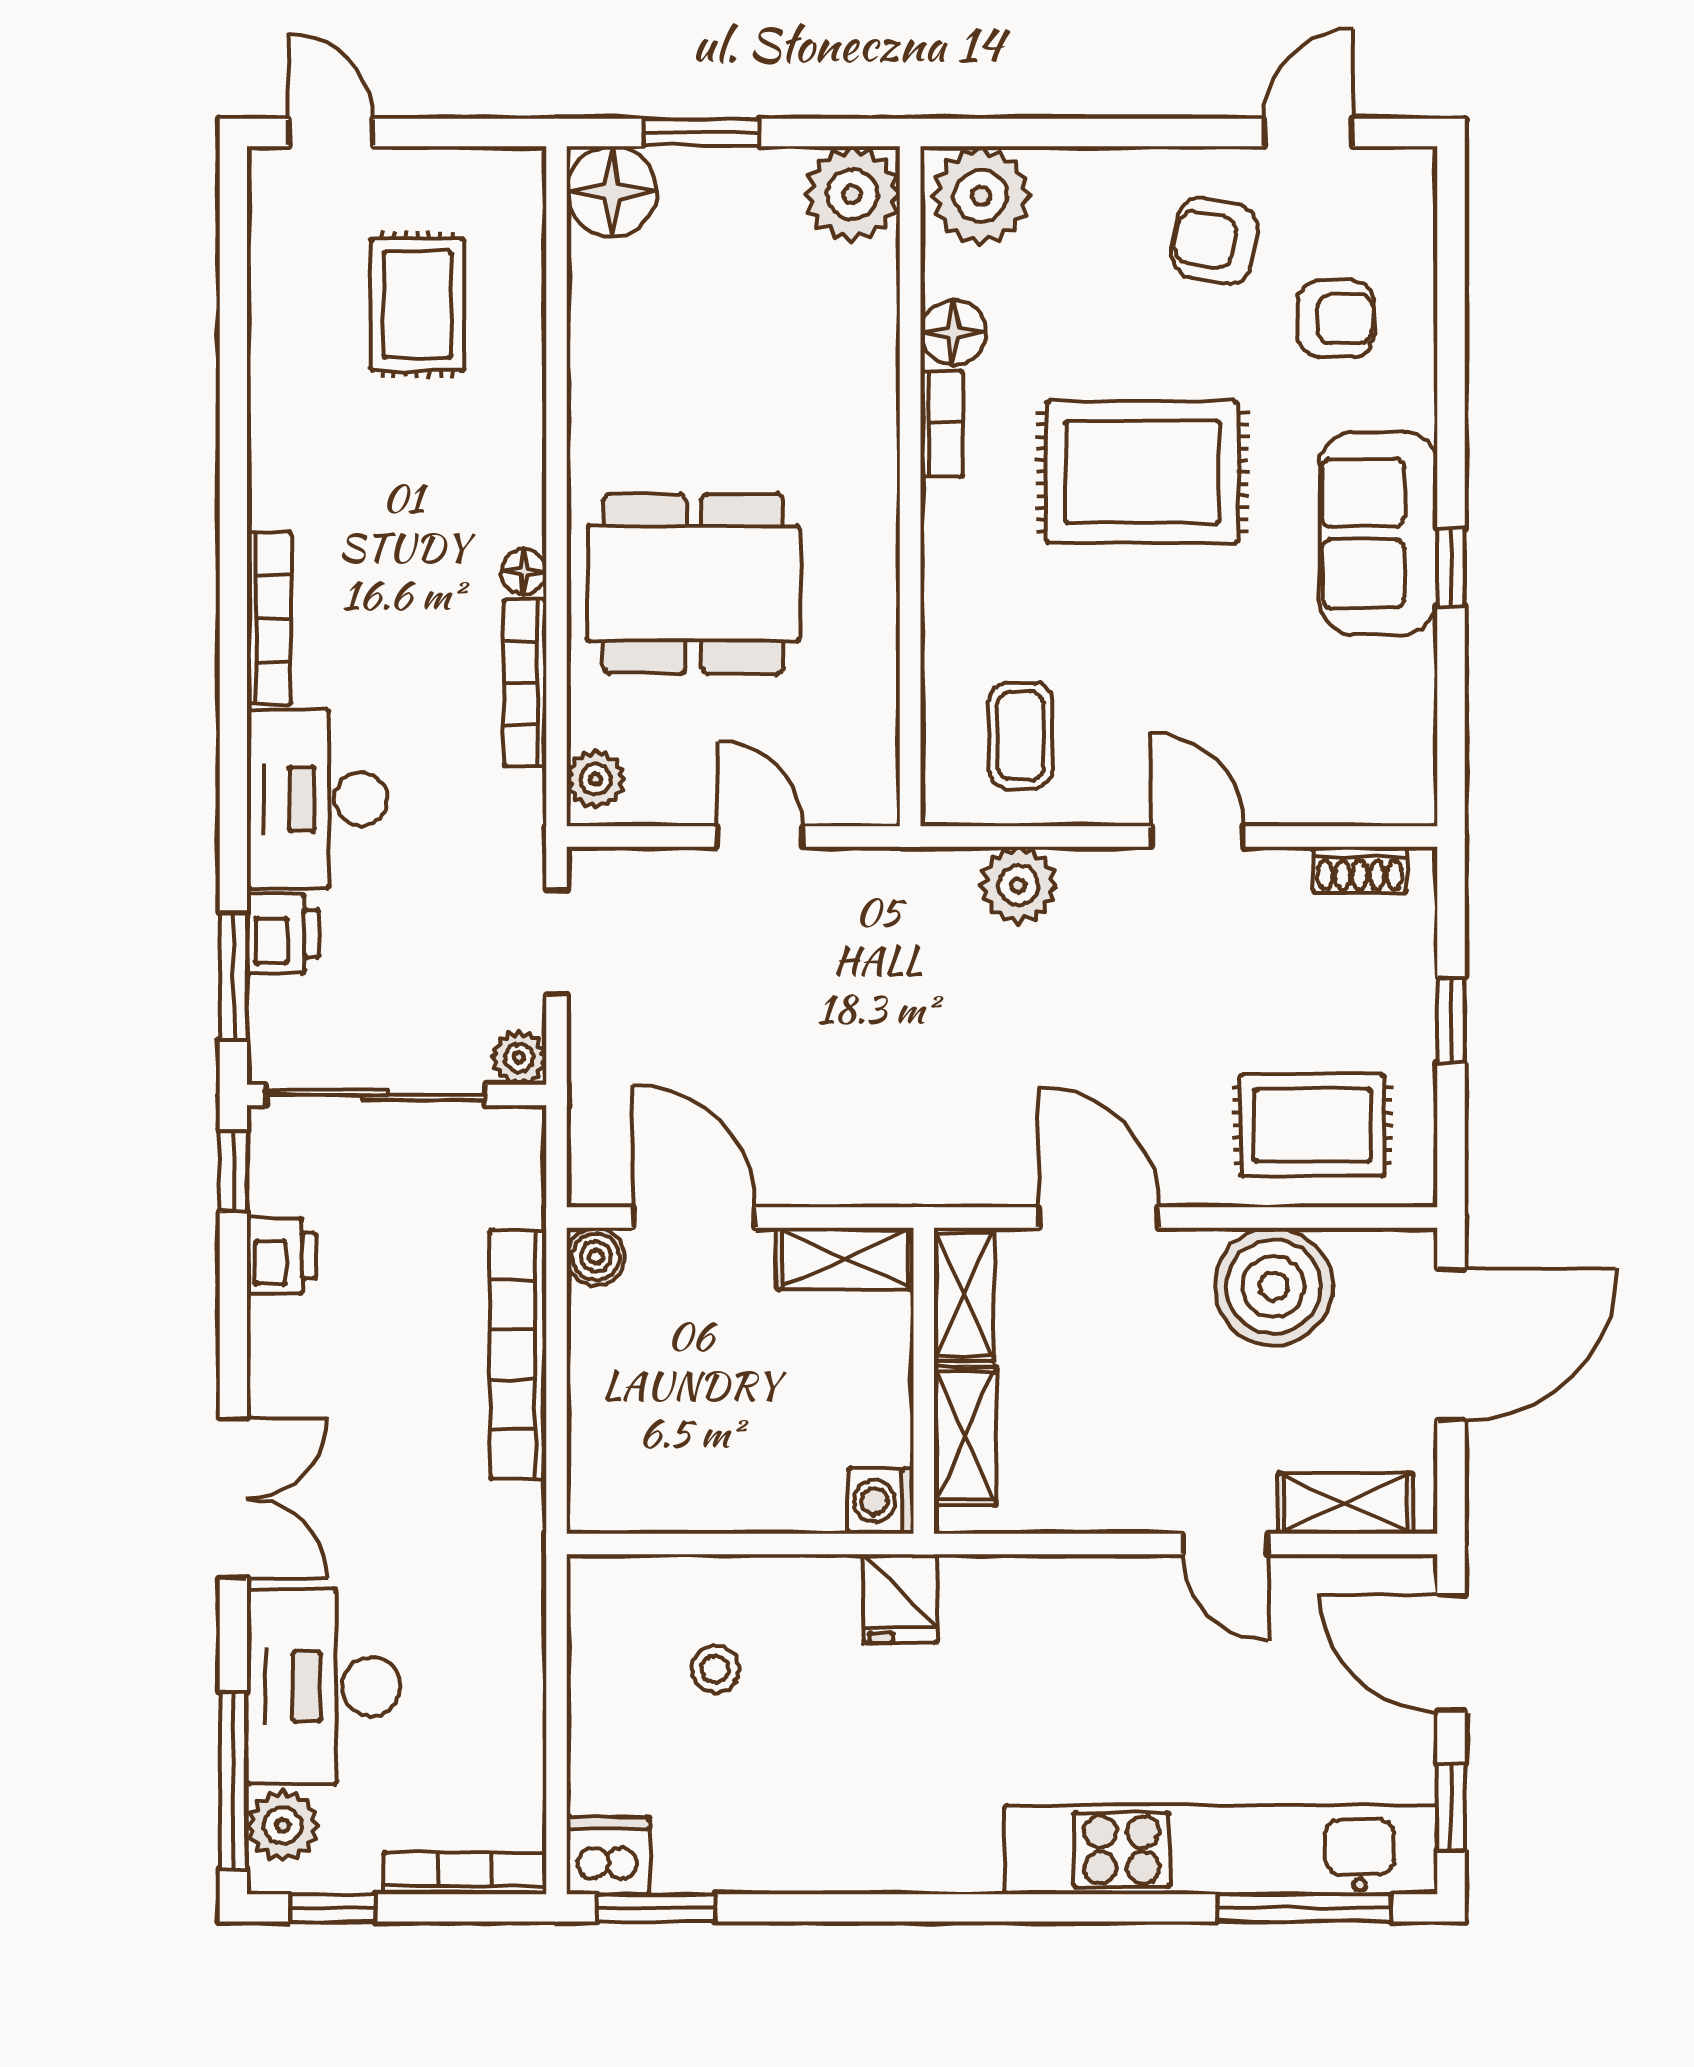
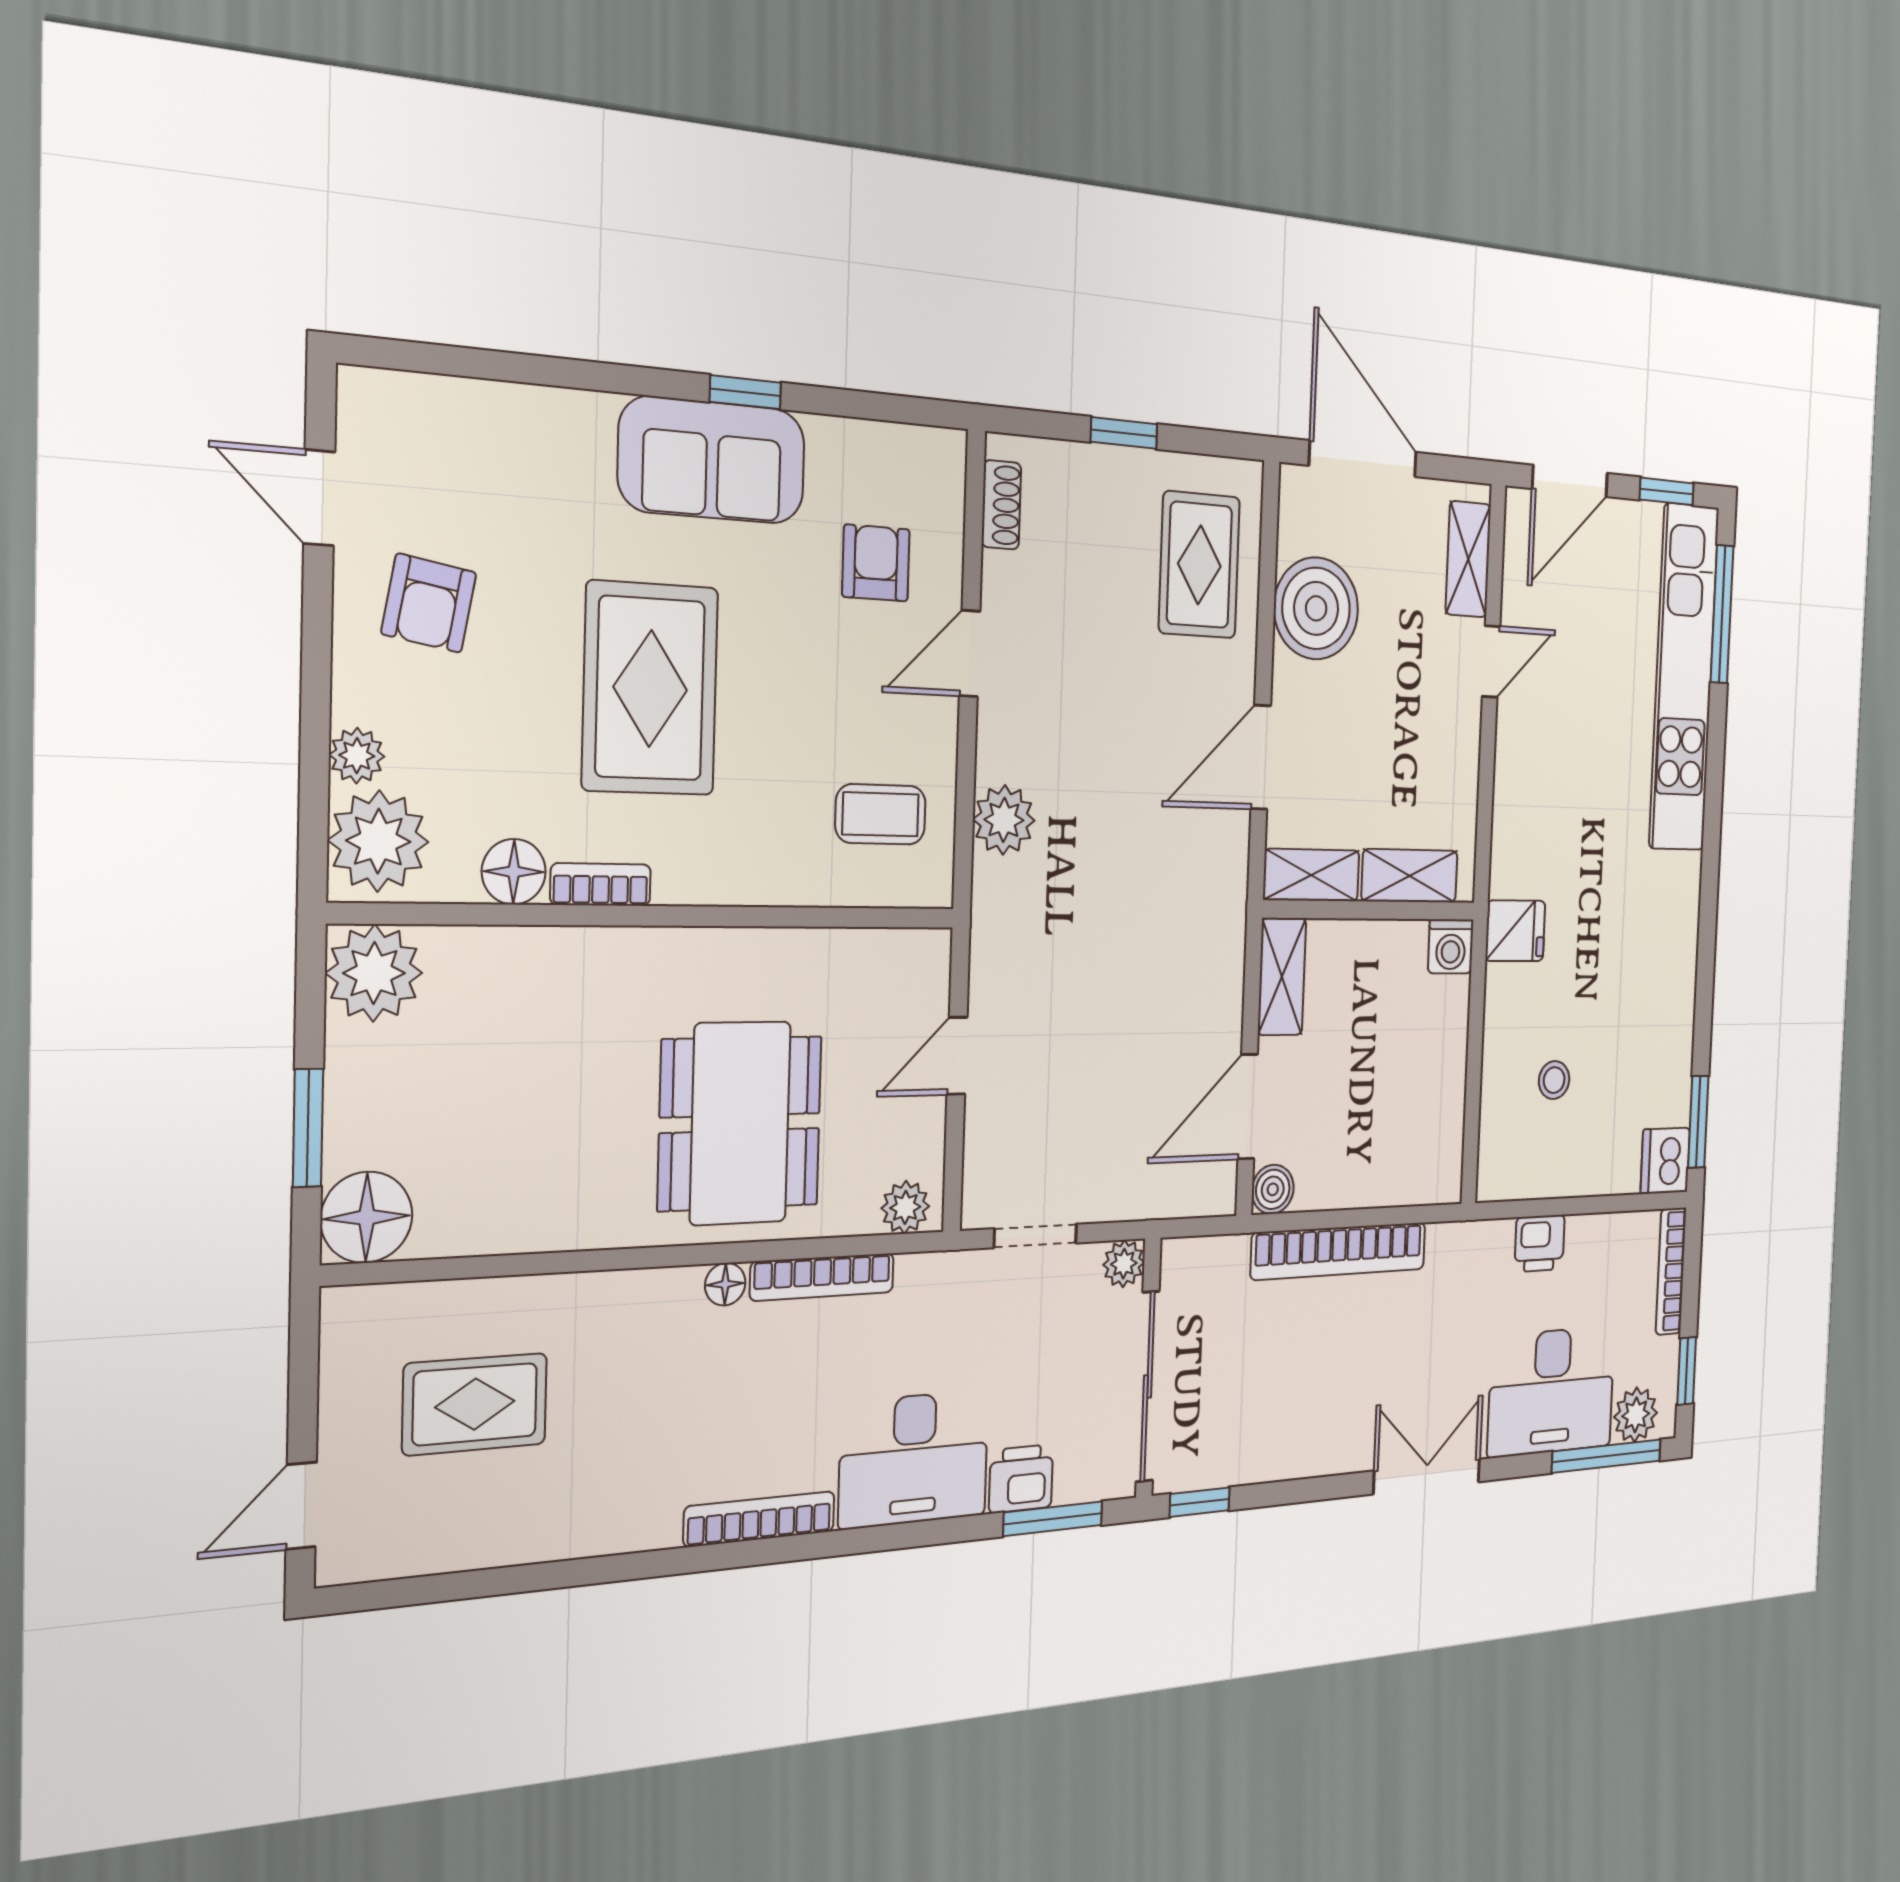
plant: (1063, 173) -> (357, 756), added
armchair: (1336, 319) -> (876, 563), moved
printer: (281, 1256) -> (1540, 1243), moved, turned 180

